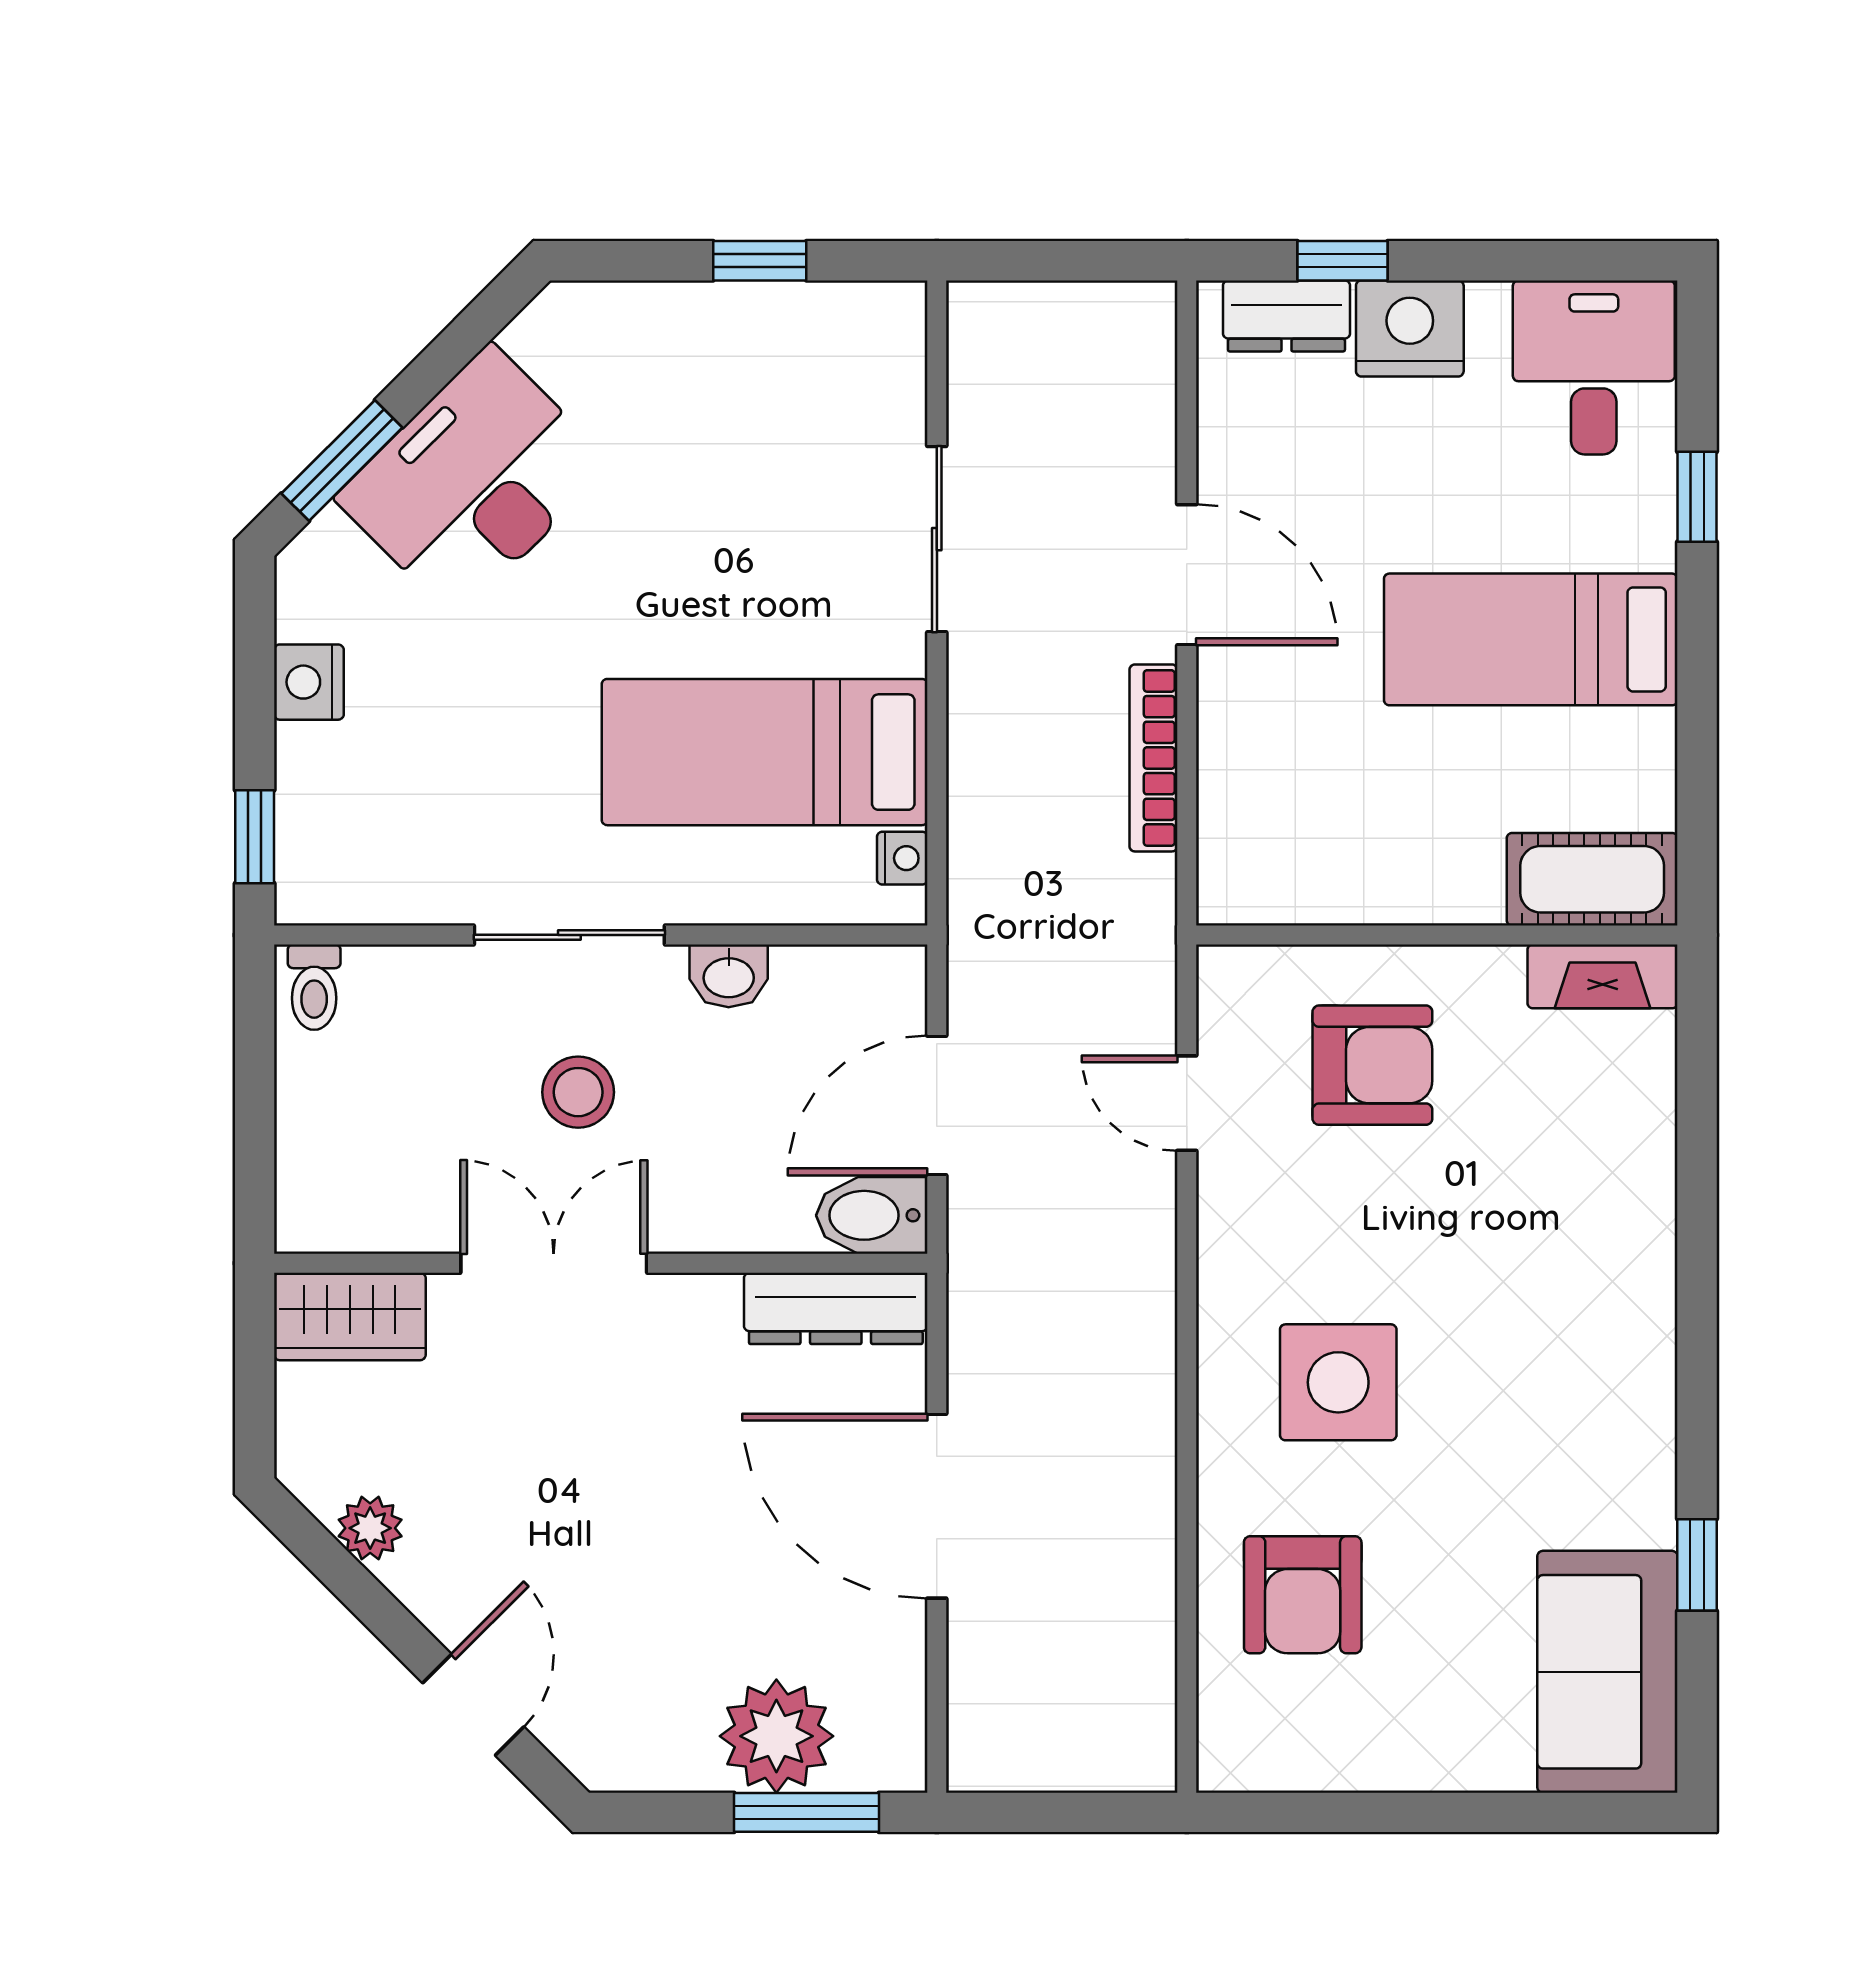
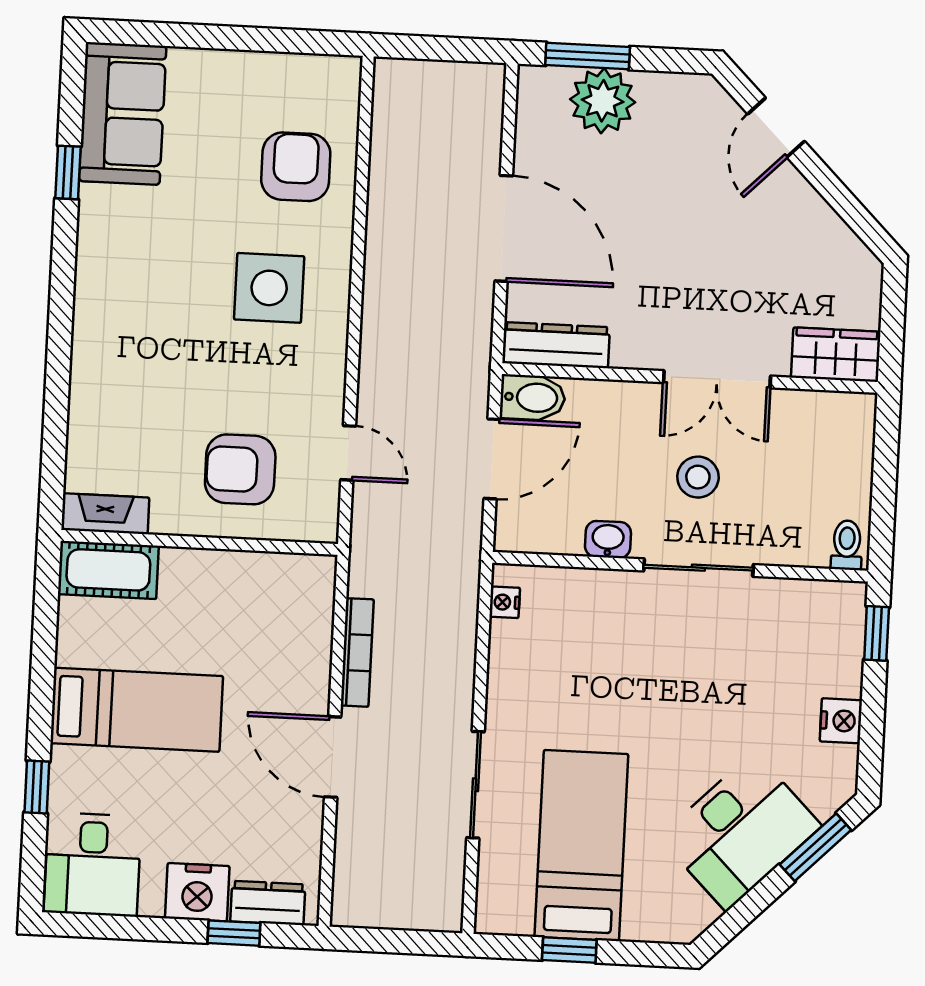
bed: (765, 752) -> (581, 846), moved, turned -90
plant: (370, 1528) -> (830, 232), removed

